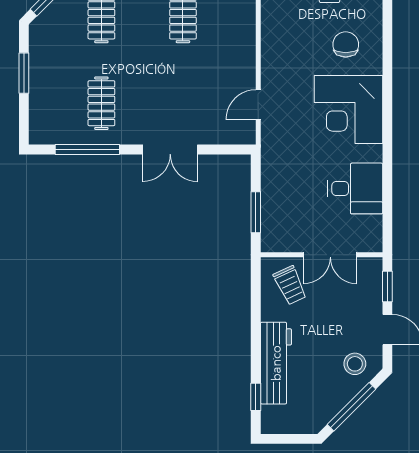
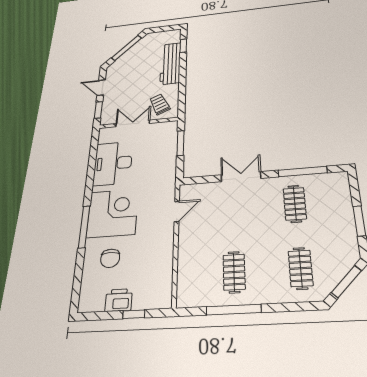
window: (387, 92) -> (84, 227), added
desk: (355, 188) -> (113, 163), width x1.37
stool: (355, 364) -> (123, 68), removed

